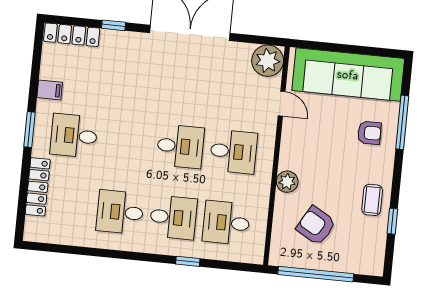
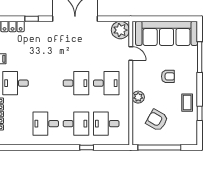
armchair: (369, 133) -> (168, 76), moved

